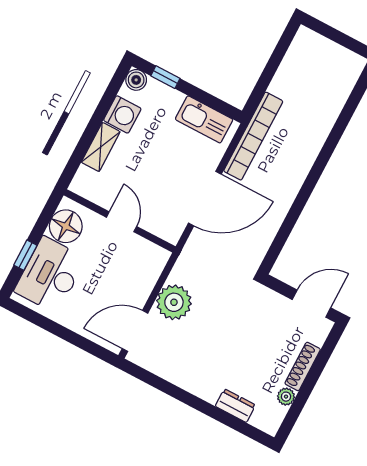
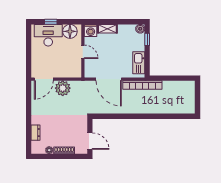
washing machine: (122, 114) -> (91, 30), moved
door: (121, 222) -> (83, 52), hinge flipped
door: (135, 331) -> (44, 79), swing flipped

